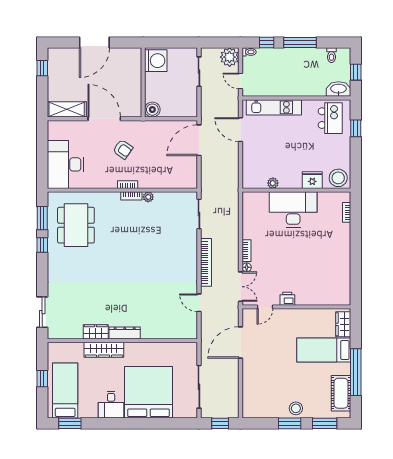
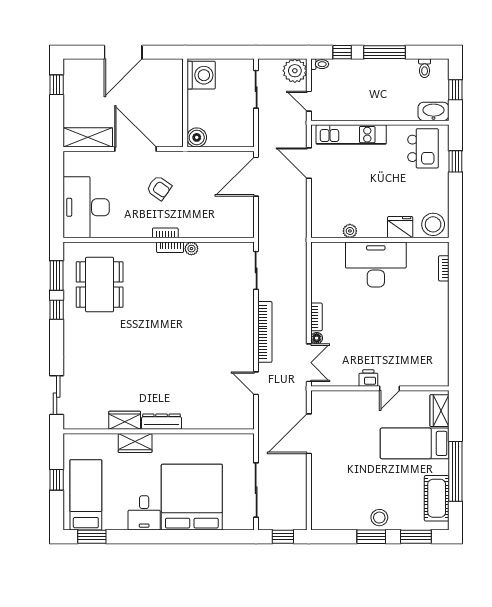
door: (265, 307) -> (390, 388), moved
wardrobe: (104, 350) -> (135, 443), width x0.67

